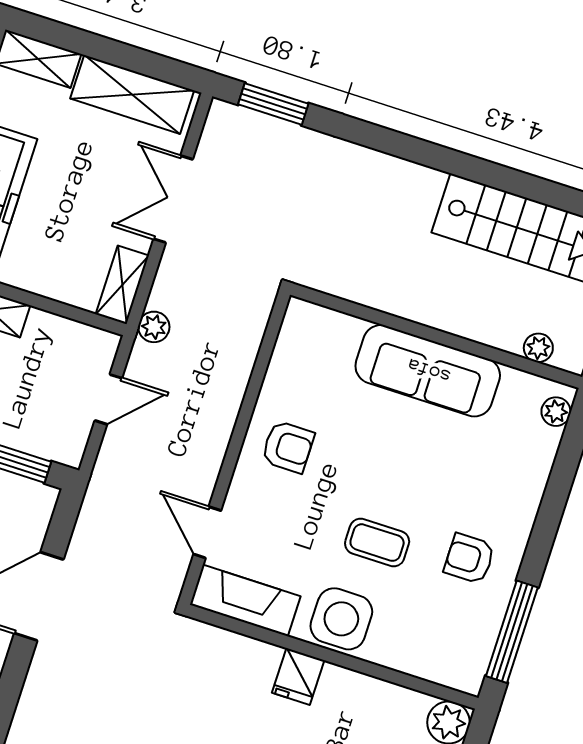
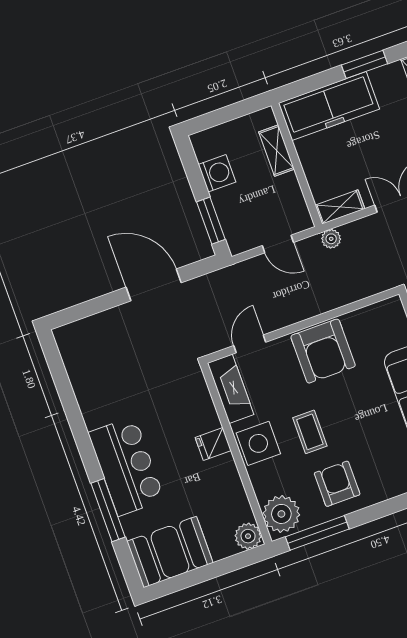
armchair: (288, 447) -> (323, 351), width x1.88, depth x1.88
armchair: (469, 559) -> (337, 484), width x1.38, depth x1.38
plant: (453, 659) -> (281, 514), added

